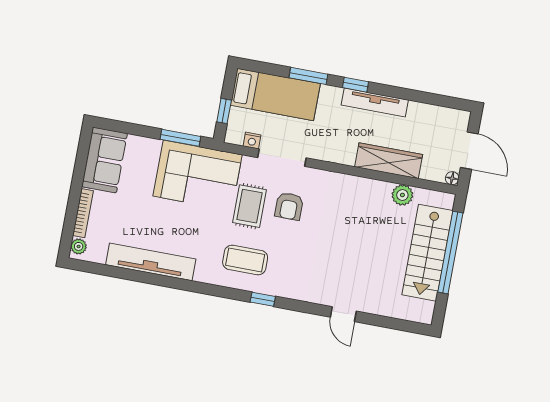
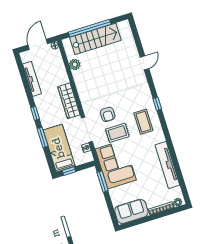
tv unit: (375, 102) -> (32, 79), moved
window: (224, 111) -> (69, 171), moved
wardrobe: (389, 161) -> (69, 101), moved
armchair: (289, 206) -> (108, 114), turned 90

